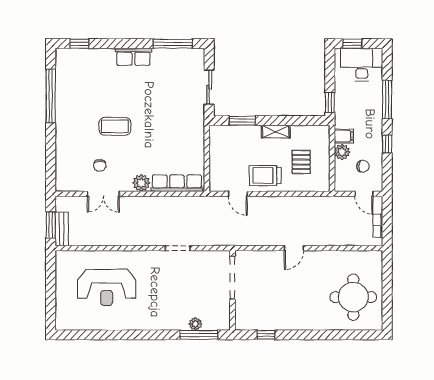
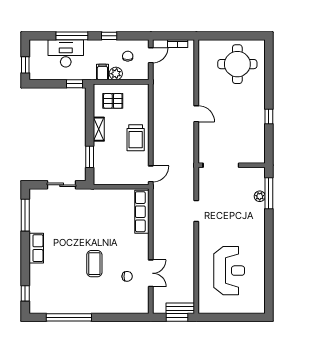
desk: (362, 65) -> (66, 53), moved, turned 90
pallet: (301, 162) -> (113, 101), moved
plant: (141, 183) -> (142, 241), removed
door: (238, 194) -> (151, 174), moved
window: (266, 335) -> (269, 117), moved

